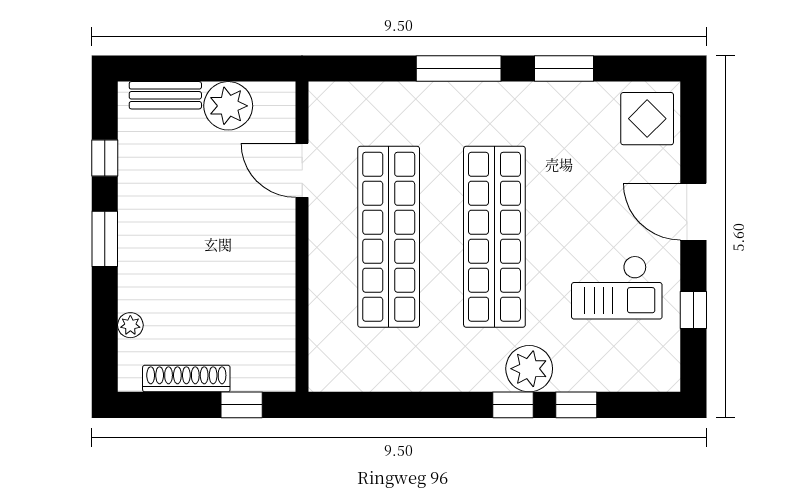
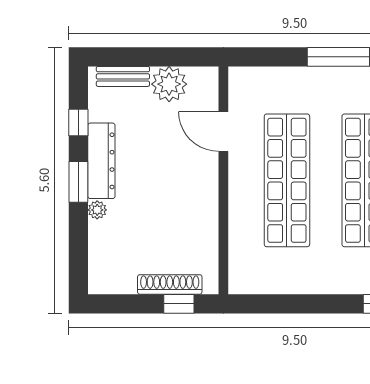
dresser: (136, 210) -> (101, 161), added
plant: (130, 325) -> (97, 210), moved
shoe rack: (186, 379) -> (170, 284), moved

